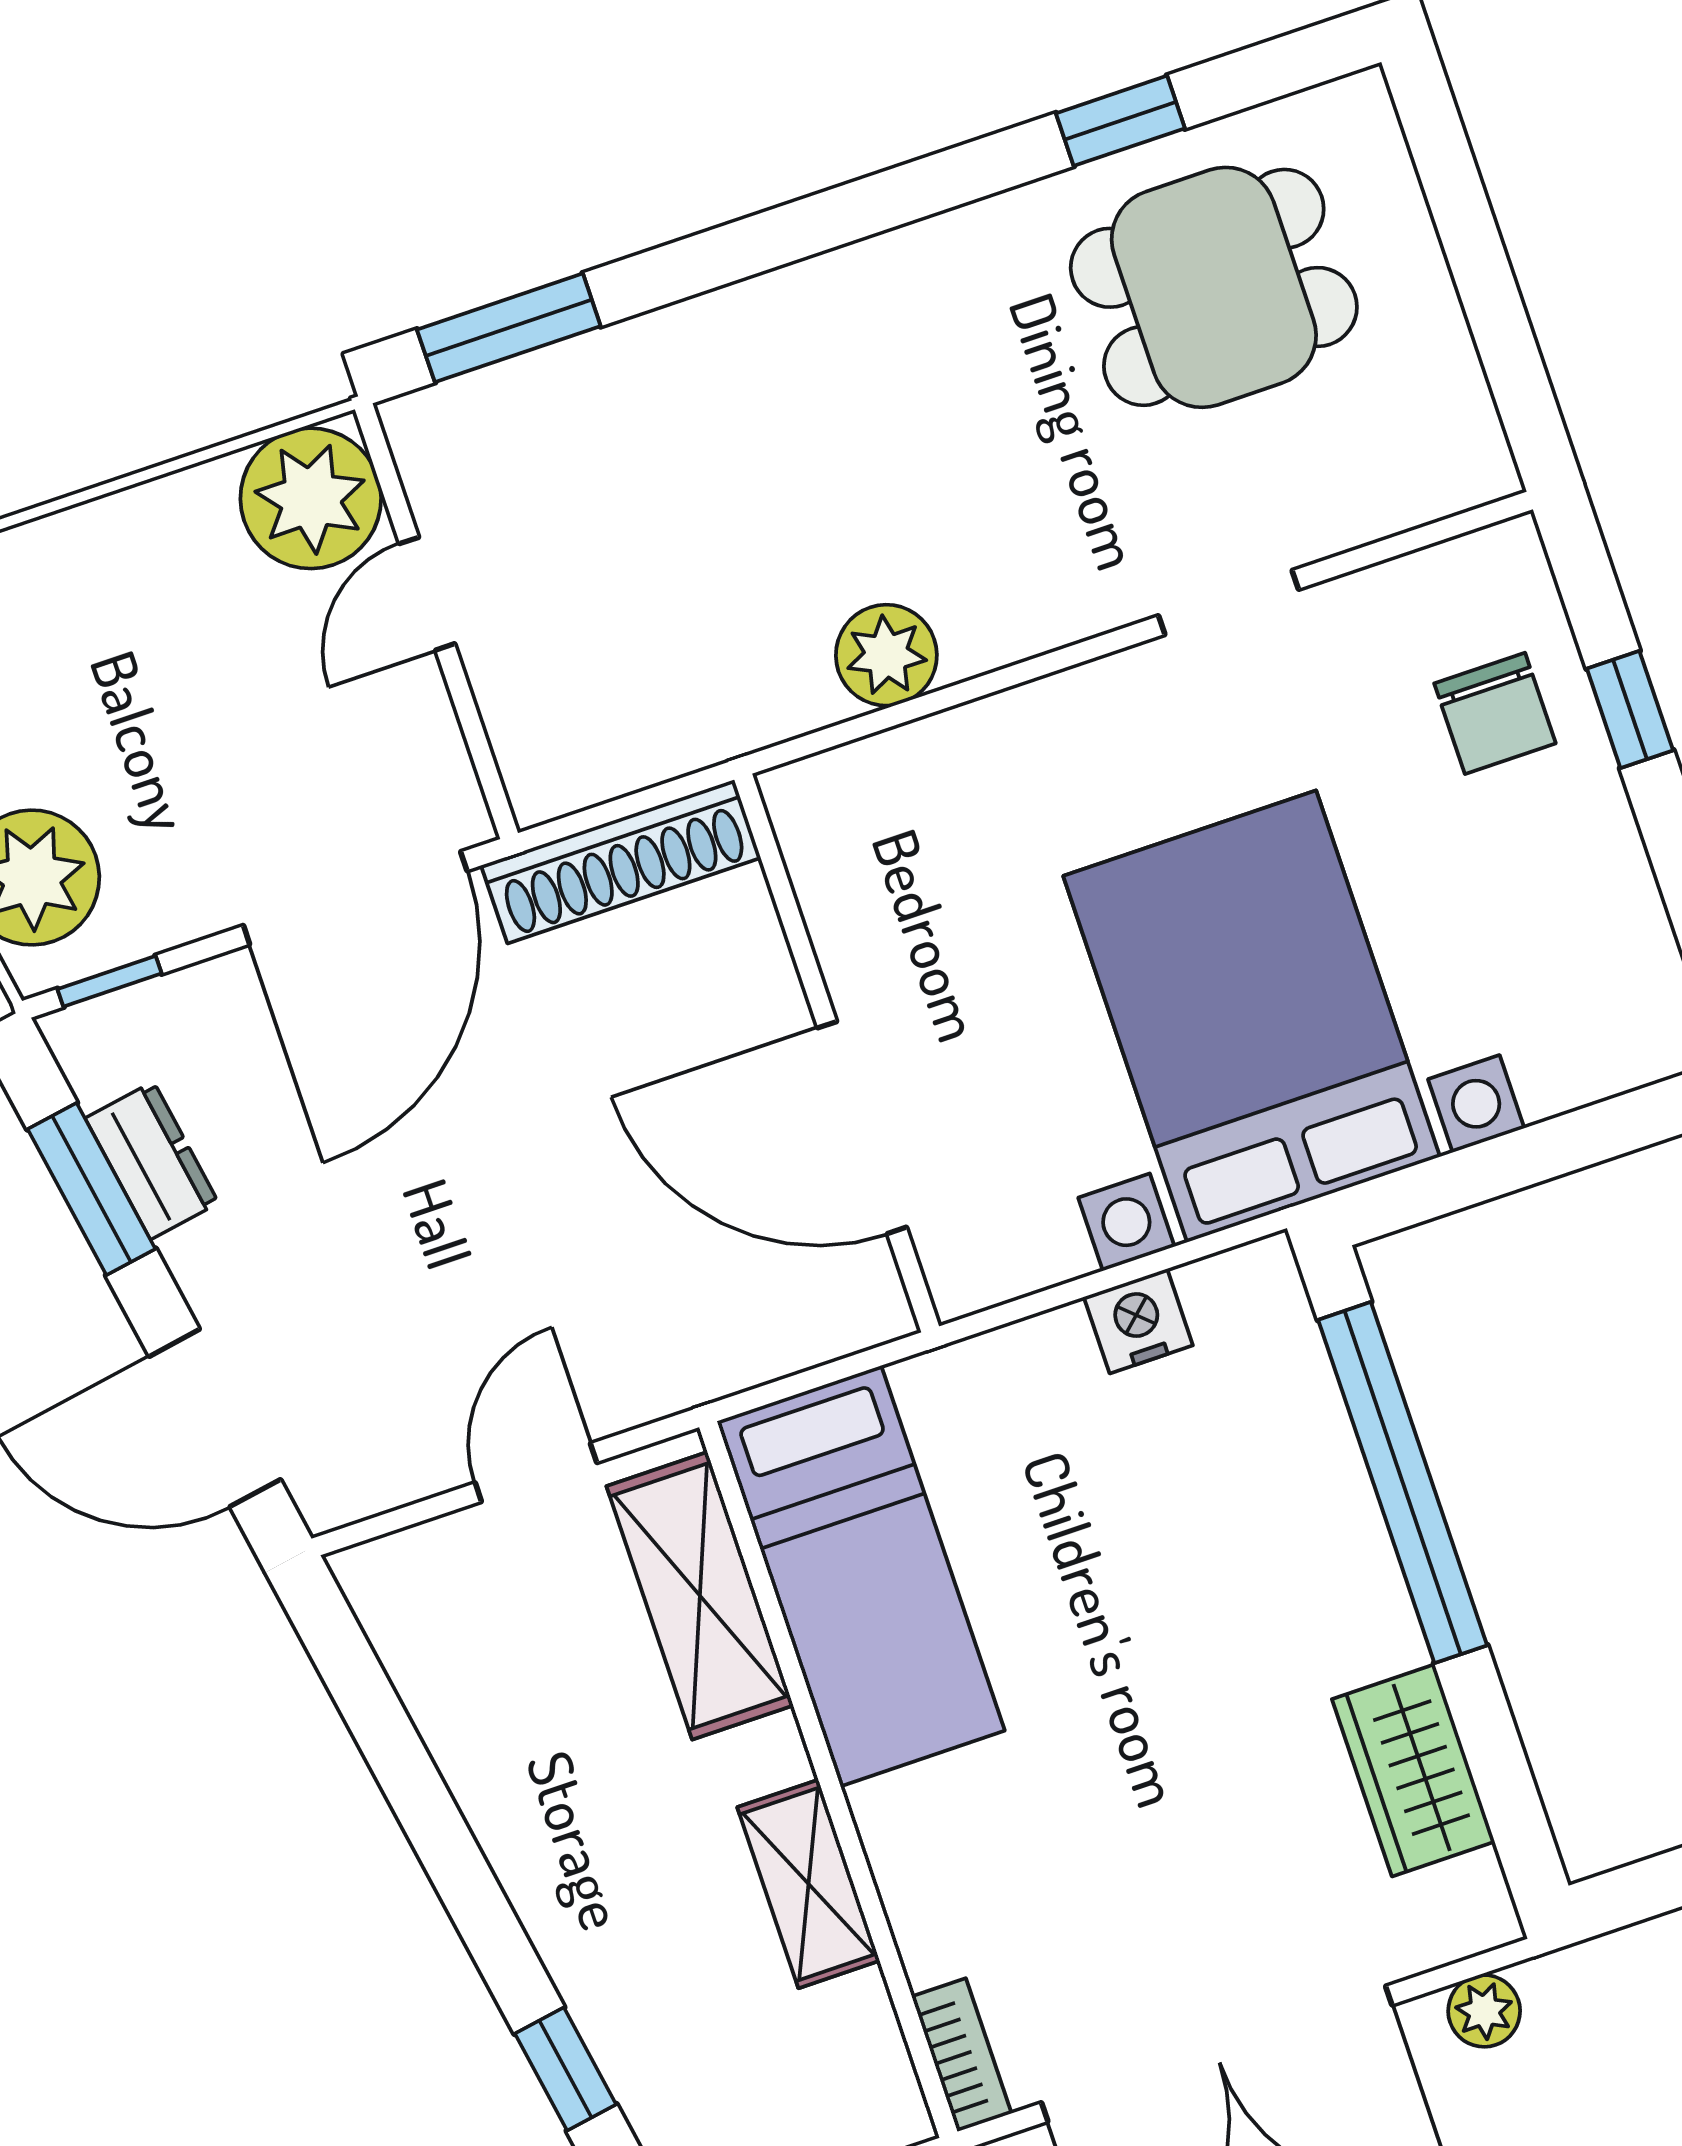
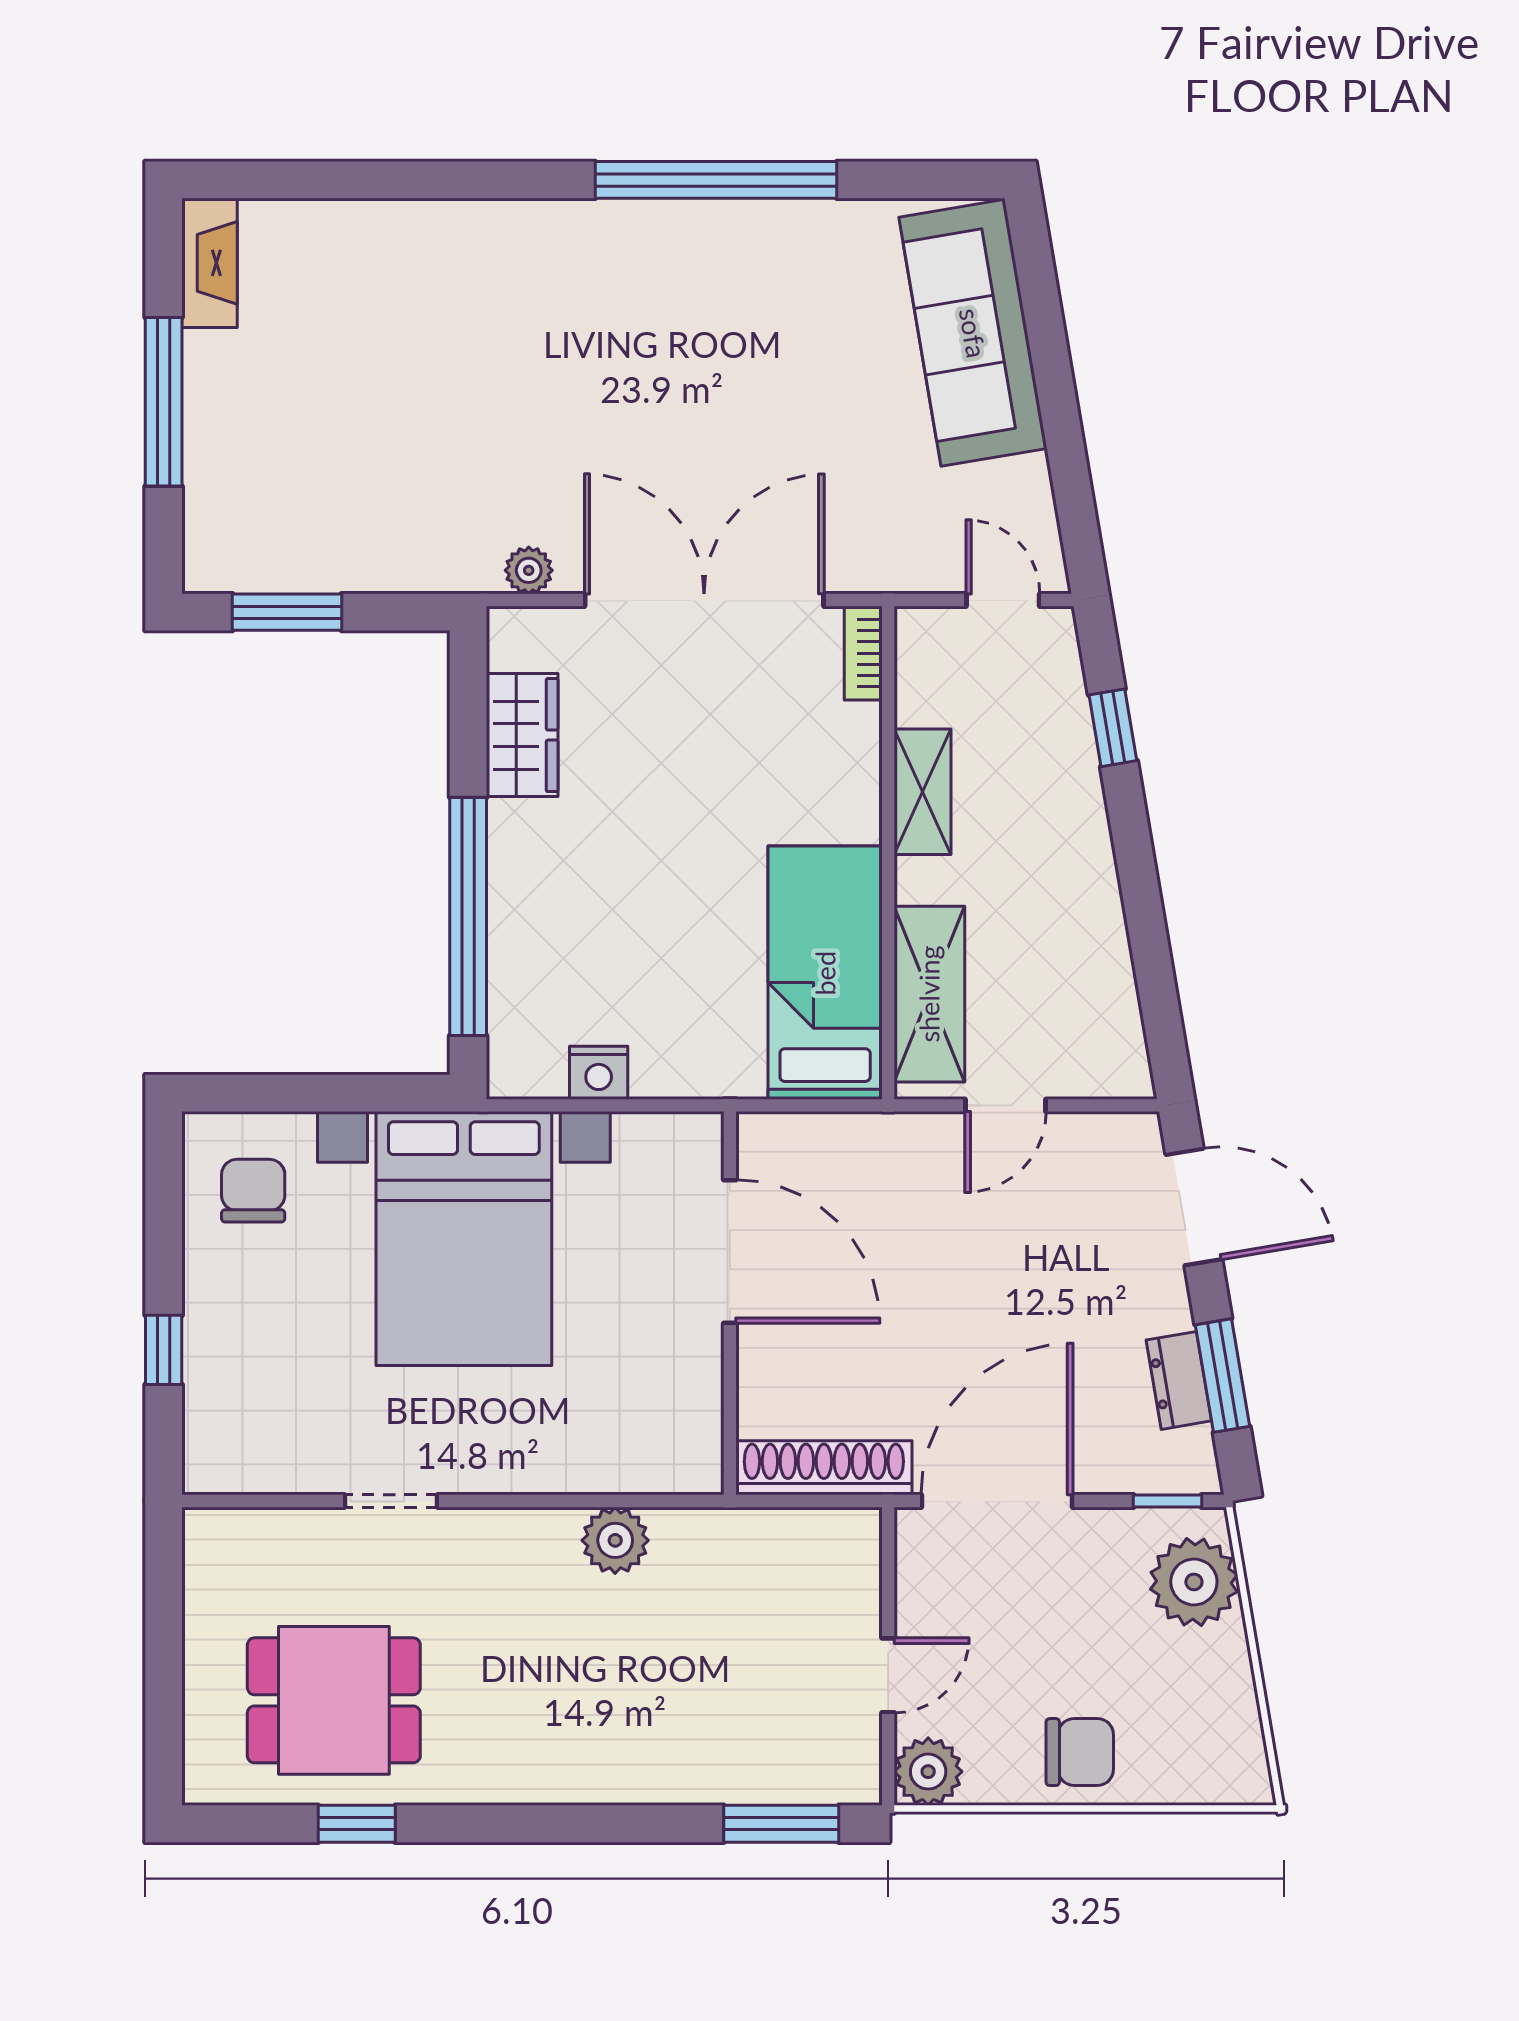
plant: (311, 498) -> (928, 1772), width x0.73, depth x0.73
chair: (114, 577) -> (1080, 1752), added
chair: (1495, 713) -> (253, 1191), moved

